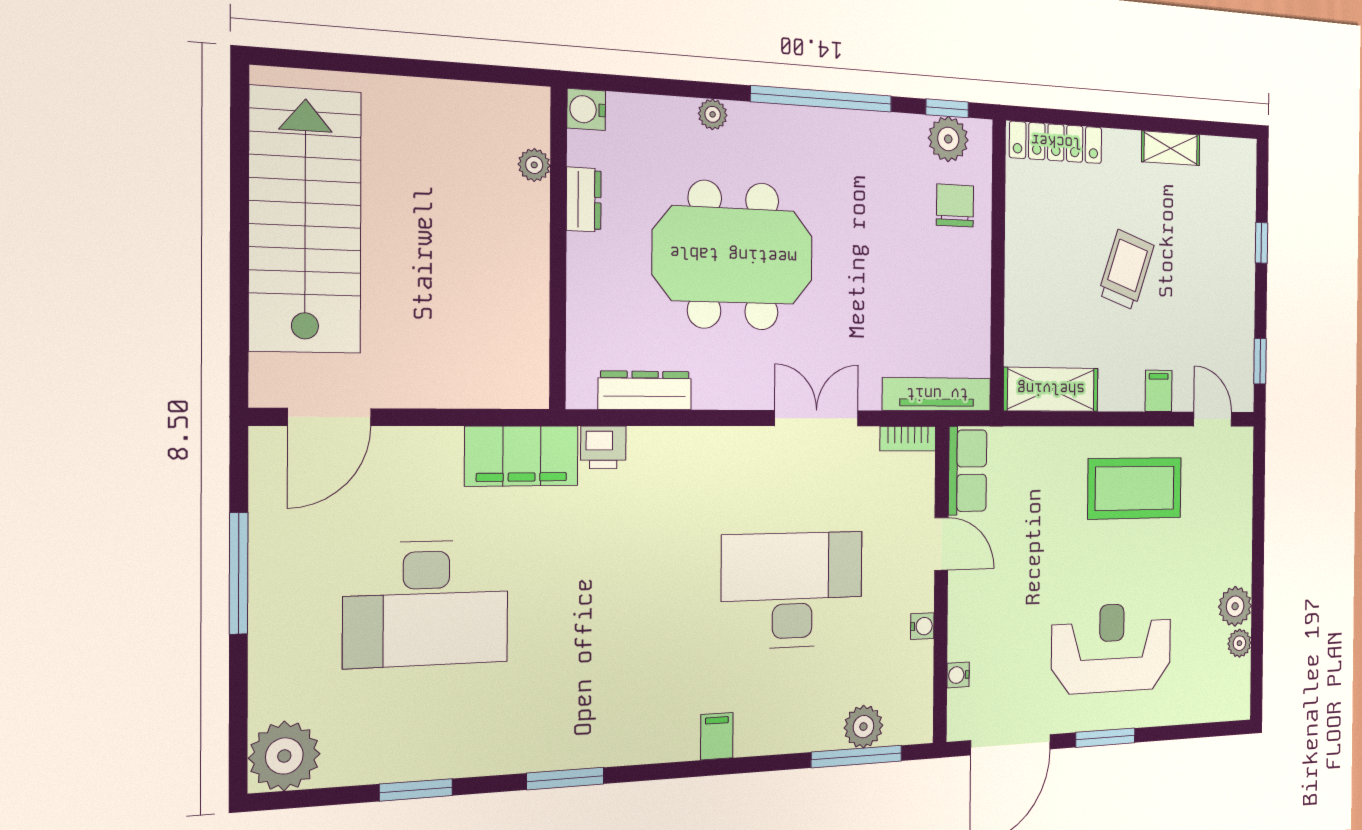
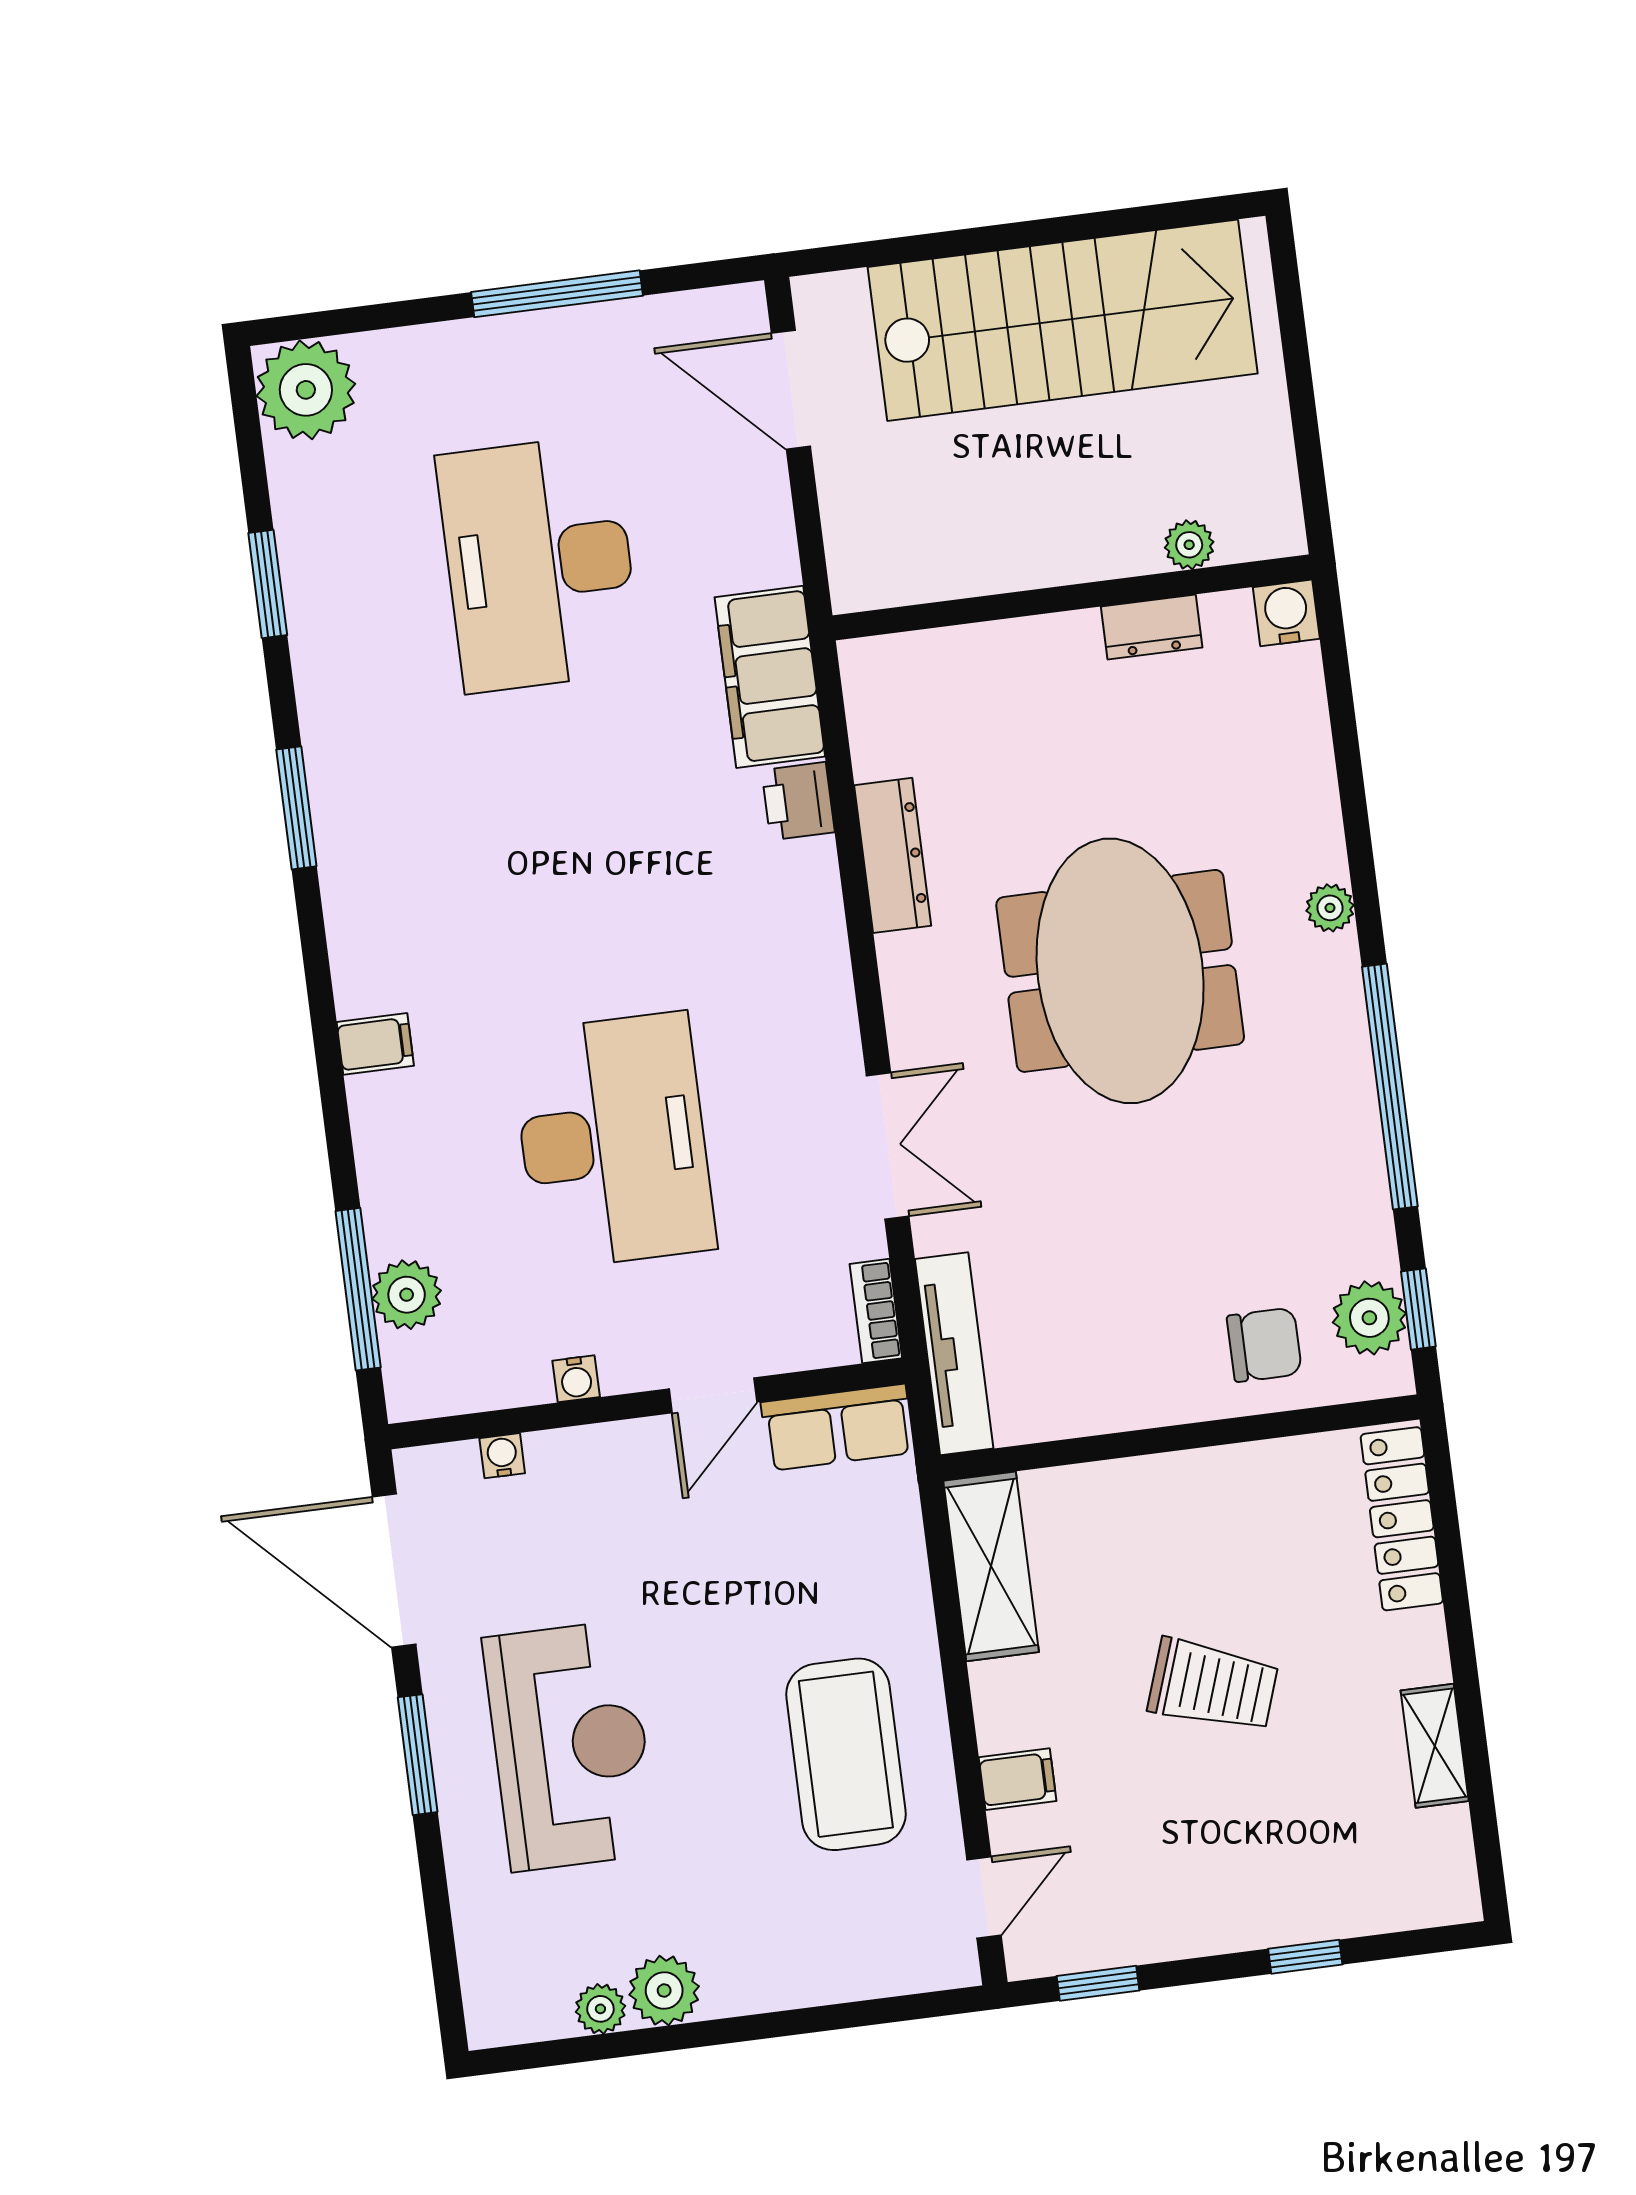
water cooler: (586, 109) -> (1286, 613), moved
plant: (534, 165) -> (1189, 545), moved
dresser: (584, 200) -> (1152, 627), moved
wall: (558, 248) -> (1072, 597), moved

